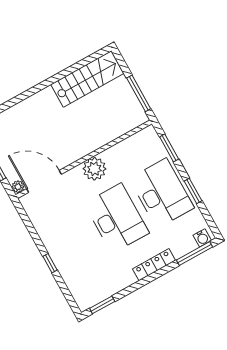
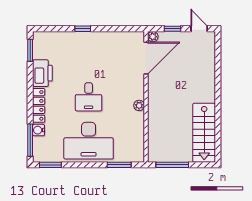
plant: (94, 169) -> (139, 105), width x0.53, depth x0.53
window: (193, 191) -> (50, 165), moved
desk: (117, 218) -> (89, 97), width x0.53, depth x0.77
water cooler: (202, 238) -> (39, 130), moved
printer: (119, 279) -> (42, 73), added

